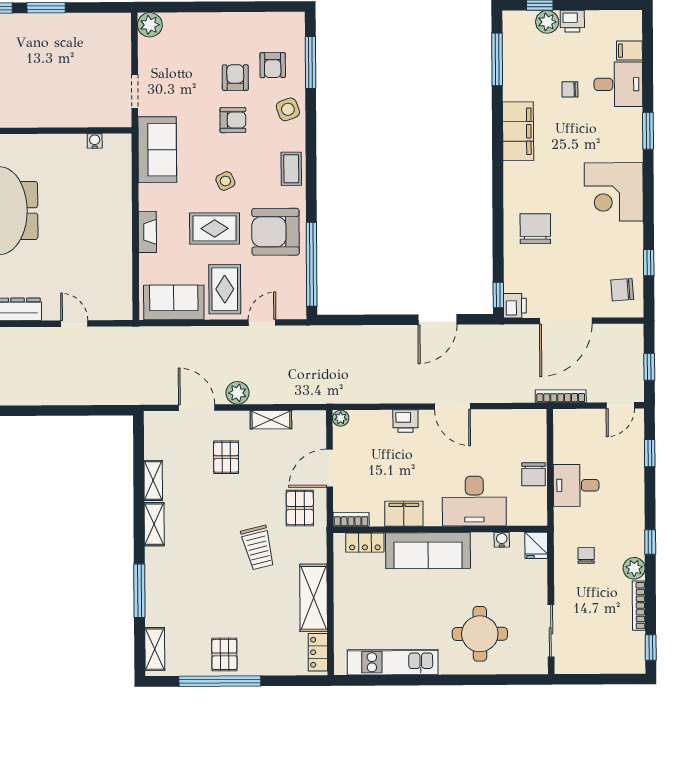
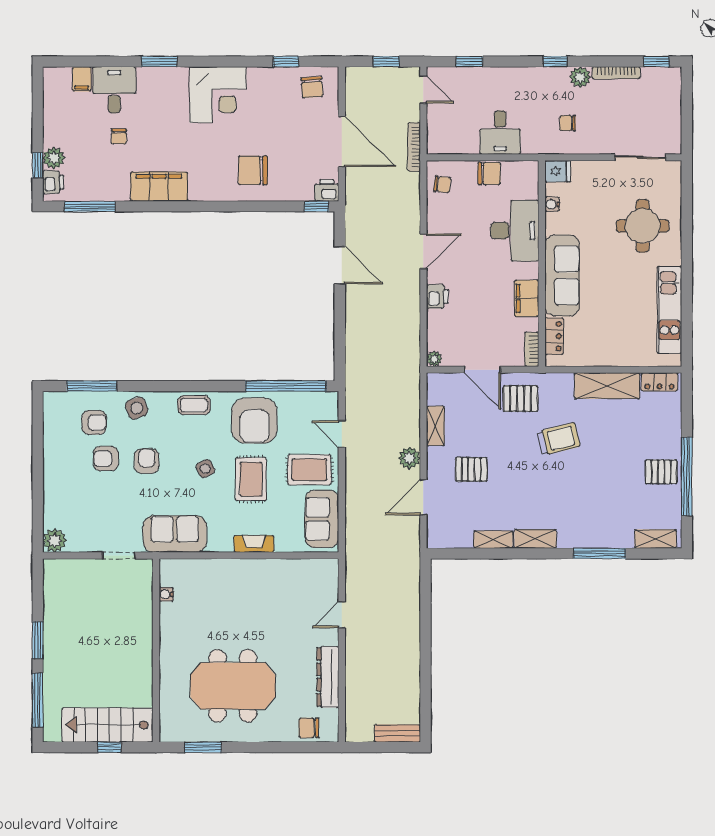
printer: (572, 21) -> (53, 182), moved
chair: (522, 426) -> (442, 184), added

